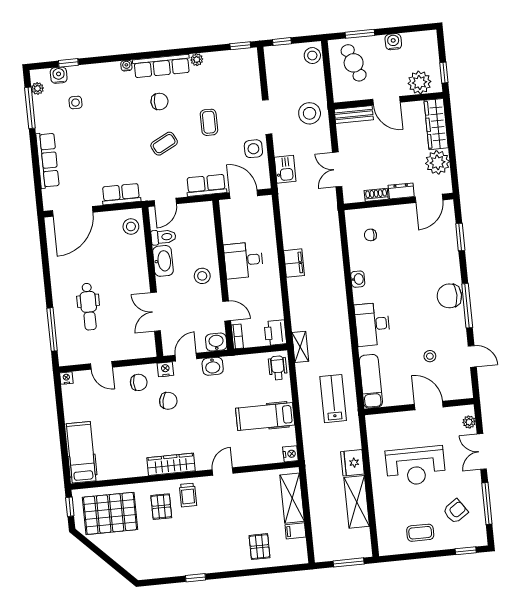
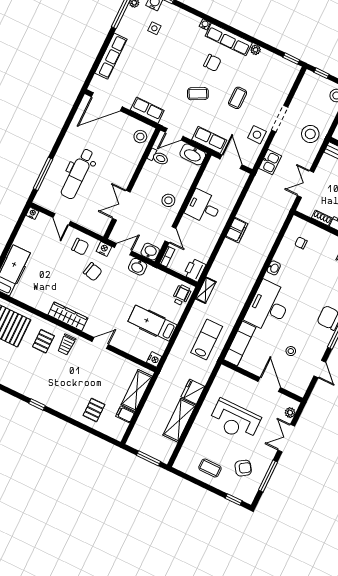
washbasin: (163, 261) -> (193, 154), moved, turned 90
dental chair: (89, 307) -> (78, 174), width x1.36, depth x1.38
desk: (372, 324) -> (268, 307), width x1.36, depth x1.30

